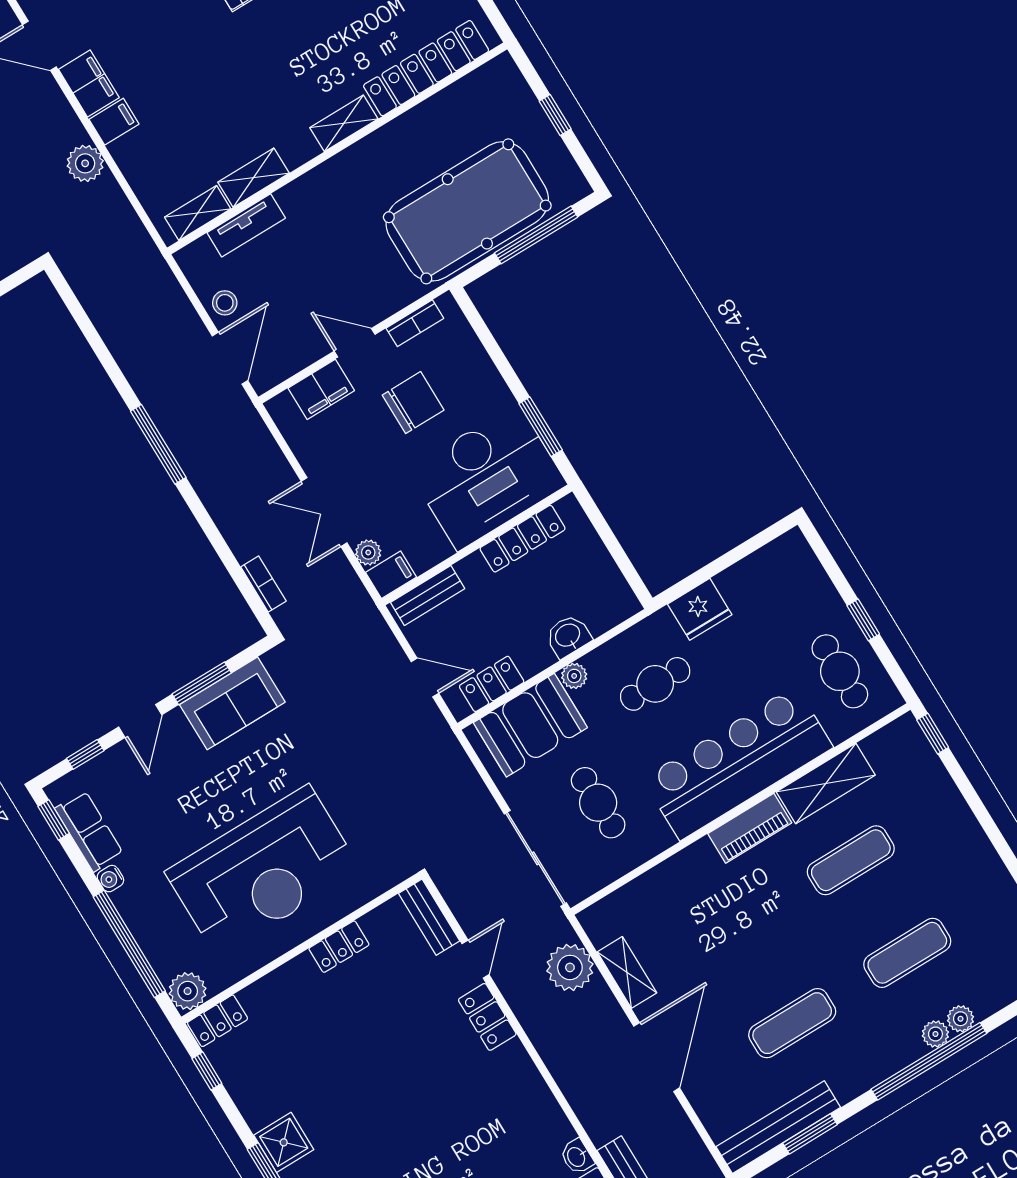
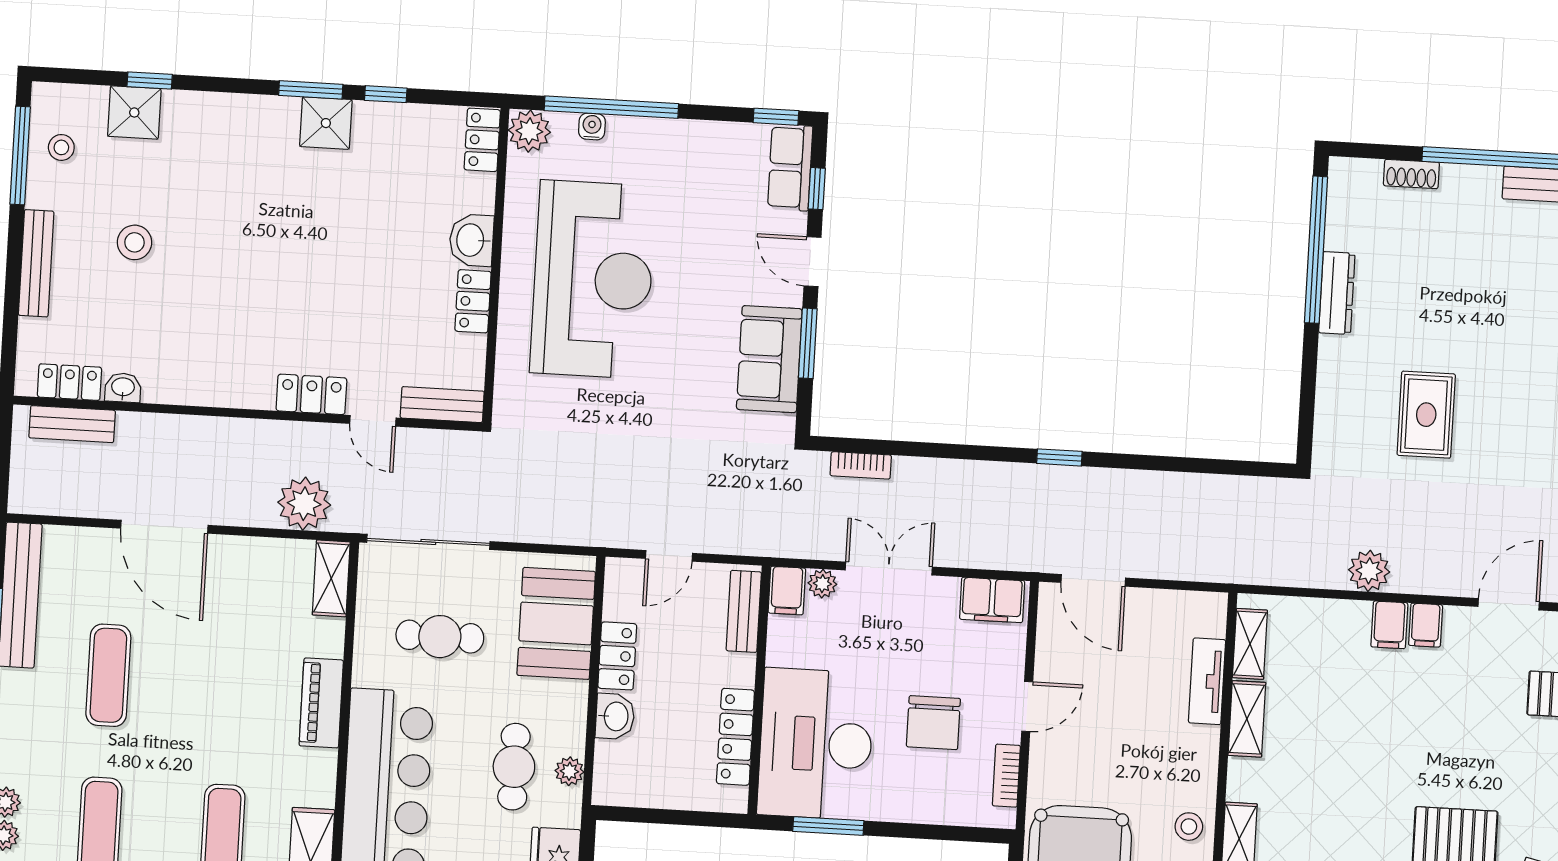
filing cabinet: (89, 83) -> (1426, 625), width x0.50
stool: (225, 303) -> (1189, 827), moved
filing cabinet: (321, 389) -> (992, 600), moved, turned -90
window: (158, 444) -> (1059, 457), width x0.46
plant: (574, 676) -> (569, 771), moved
locker: (492, 684) -> (617, 656), moved
piano: (750, 828) -> (321, 703), moved
row of seats: (89, 831) -> (790, 168), moved, turned 90
reception desk: (263, 871) -> (593, 279), turned 180
water cooler: (110, 879) -> (592, 126), moved
shelving: (627, 972) -> (331, 578), moved, turned 90
washbasin: (295, 978) -> (471, 240), added
window: (207, 1071) -> (386, 94), moved

